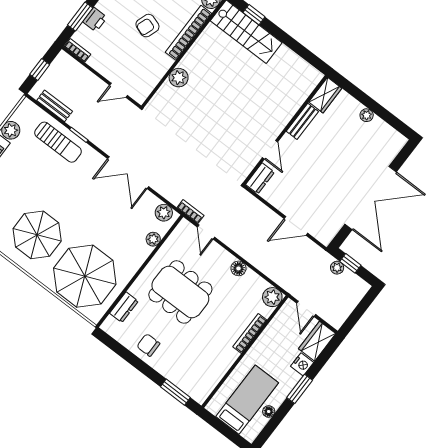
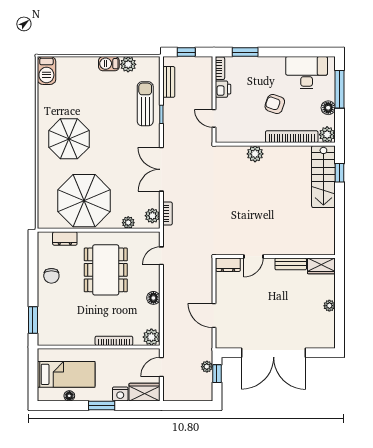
printer: (95, 20) -> (223, 89), moved, turned -90
sun lounger: (58, 142) -> (145, 104), turned 180
bookcase: (190, 212) -> (167, 214), moved
parasol: (85, 276) -> (84, 201), moved
chair: (148, 345) -> (51, 276), turned 180

